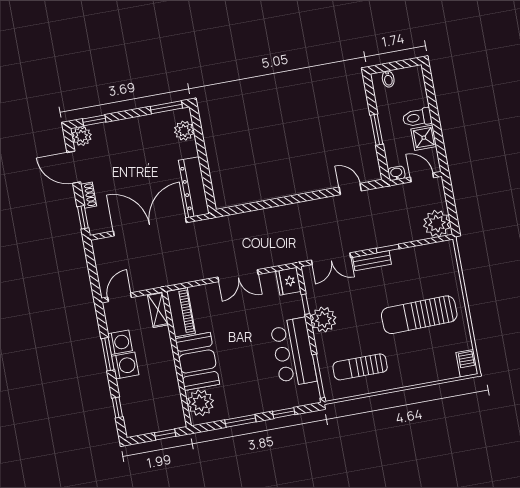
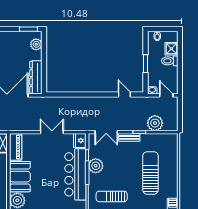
shower: (424, 138) -> (171, 49), moved
plant: (437, 224) -> (155, 123), moved
double door: (238, 276) -> (52, 132), swing flipped
sun lounger: (419, 315) -> (151, 173), turned 91
bar counter: (293, 352) -> (75, 174), width x1.36

